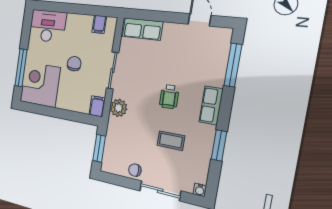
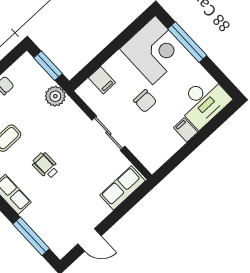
filing cabinet: (99, 24) -> (186, 130), moved
filing cabinet: (97, 106) -> (102, 80), moved
plant: (118, 108) -> (55, 96), moved

